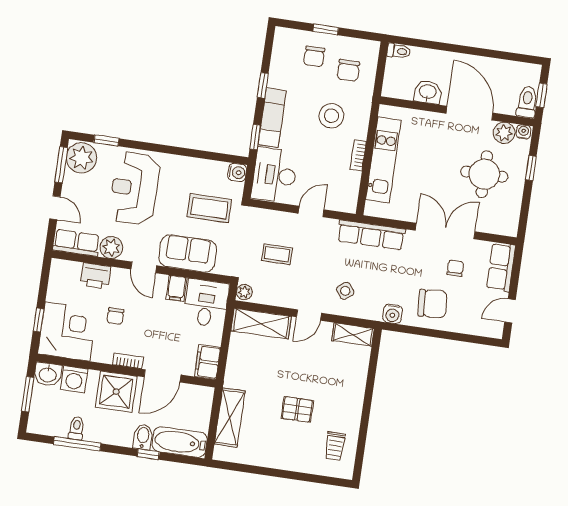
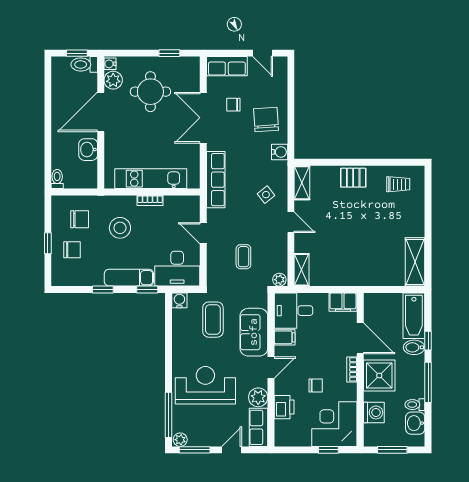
window: (106, 140) -> (169, 415), width x2.17
plant: (81, 158) -> (180, 440), width x0.53, depth x0.53
window: (531, 168) -> (169, 53), moved
reception desk: (134, 188) -> (205, 385), turned 180
shelving: (261, 324) -> (302, 270), width x0.67, depth x0.75
washbasin: (48, 374) -> (415, 423), moved, turned 180
pallet: (297, 409) -> (353, 178), moved, turned 90
shelving: (230, 418) -> (415, 262), moved, turned 90
window: (77, 444) -> (428, 382), moved

